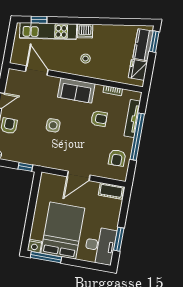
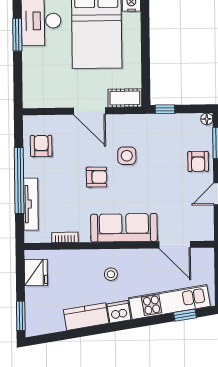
kitchen counter: (143, 45) -> (86, 317), moved, turned -99
sofa: (76, 90) -> (124, 228), width x1.36
armchair: (99, 119) -> (97, 177), moved, turned 180
side table: (53, 125) -> (127, 156), moved
door: (79, 176) -> (89, 111), swing flipped
cot: (111, 191) -> (125, 98), moved

